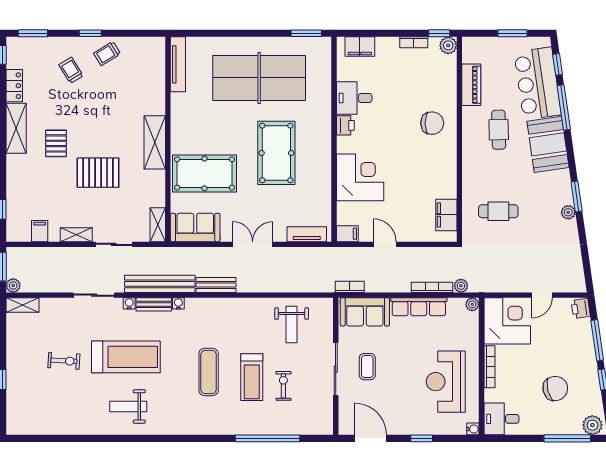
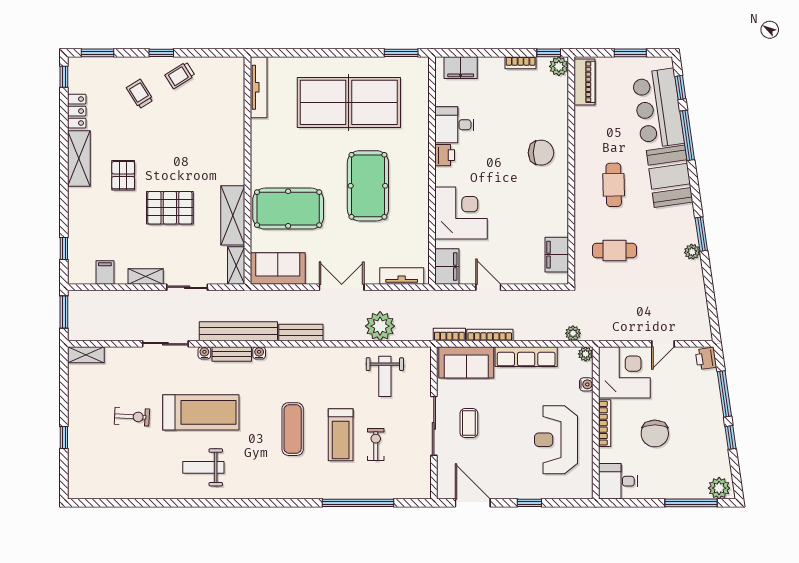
piano: (471, 85) -> (584, 82), moved
cafe table: (499, 130) -> (614, 185), moved
shelving: (155, 142) -> (233, 215), moved
filing cabinet: (347, 234) -> (447, 266), width x2.00
plant: (13, 286) -> (380, 326), moved, width x1.87, depth x1.87
bookcase: (432, 287) -> (490, 335), moved
chair: (555, 388) -> (655, 433), moved, turned 104
water cooler: (473, 429) -> (586, 384), moved

